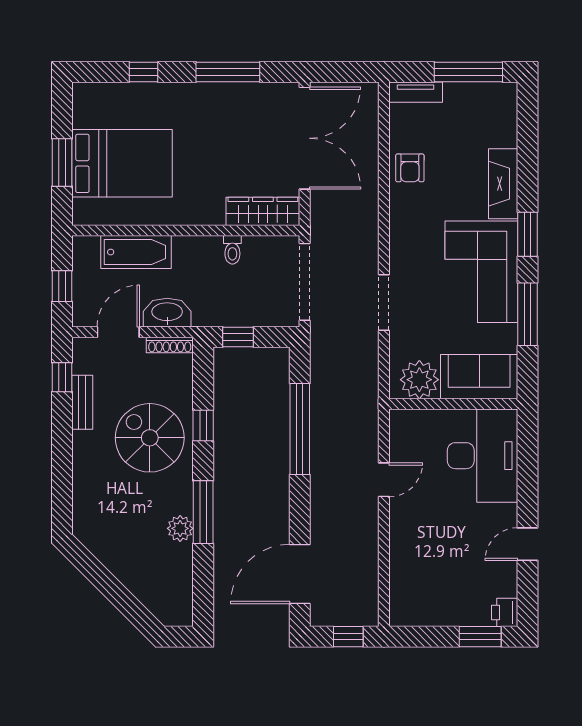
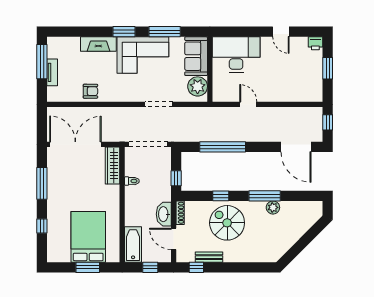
tv unit: (416, 92) -> (52, 72), moved
bathtub: (136, 252) -> (133, 245), moved
spiral stairs: (150, 438) -> (227, 223), turned 90
window: (480, 637) -> (328, 68), moved

